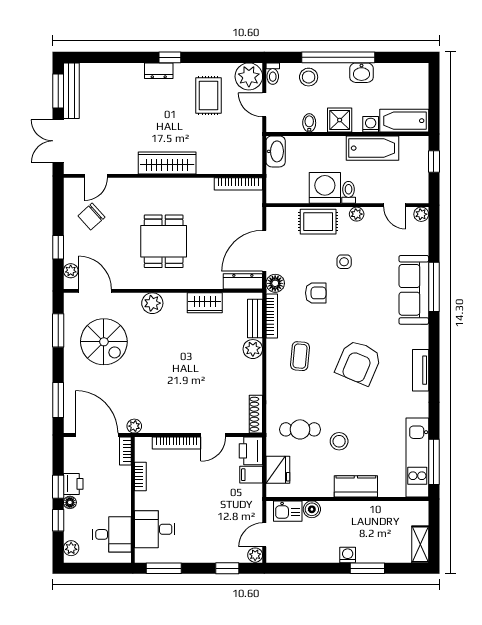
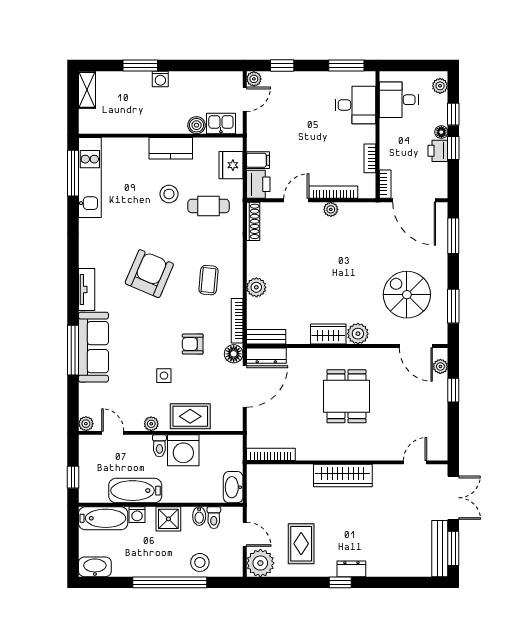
washbasin: (361, 73) -> (95, 567), moved, width x1.38
toilet: (273, 74) -> (214, 518), moved, turned 180
chair: (91, 217) -> (419, 421), removed
wardrobe: (205, 303) -> (328, 334), moved
bench: (255, 319) -> (266, 337), moved, turned 90
tv unit: (421, 370) -> (87, 290), moved
plant: (134, 426) -> (331, 209), moved
kitchen counter: (356, 486) -> (171, 148), moved

